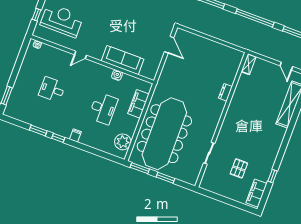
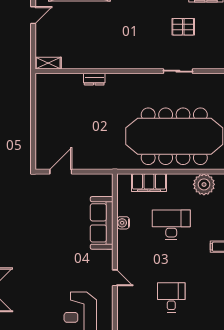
desk: (52, 89) -> (171, 297), turned 180

